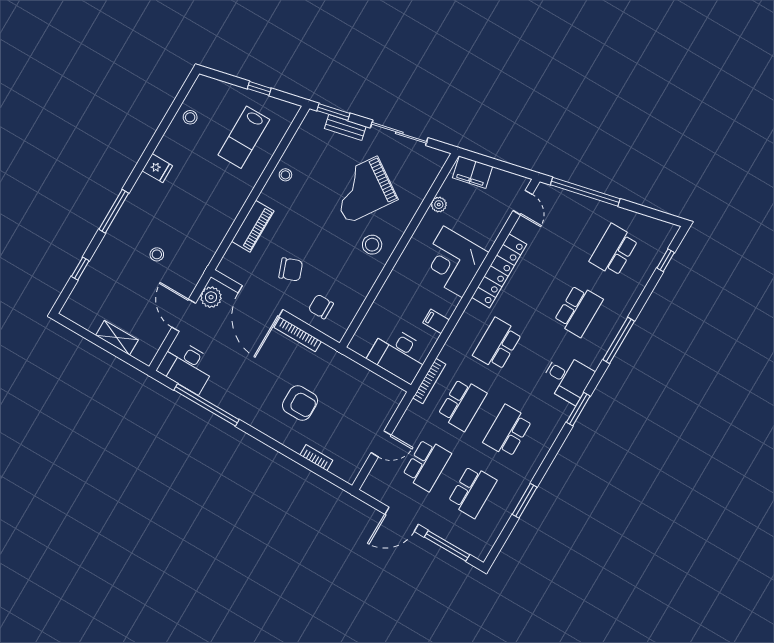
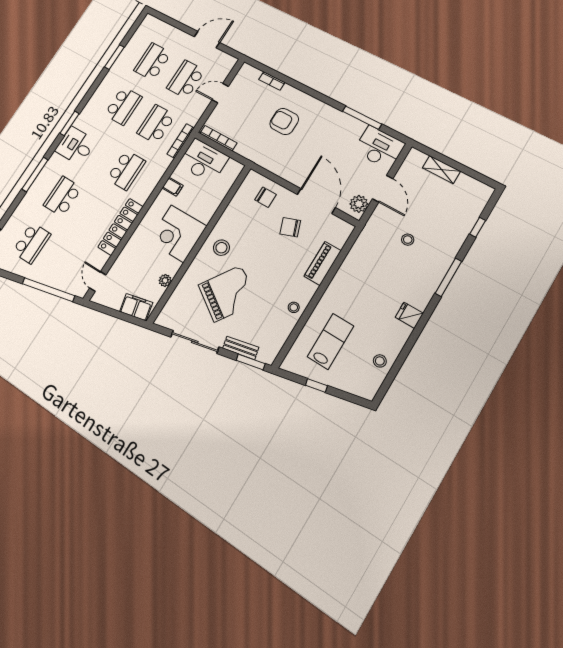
corner desk: (453, 262) -> (177, 234), moved, turned 180
bookcase: (298, 334) -> (218, 138), moved
window: (206, 405) -> (362, 118), width x0.68
window: (447, 546) -> (174, 23), removed

